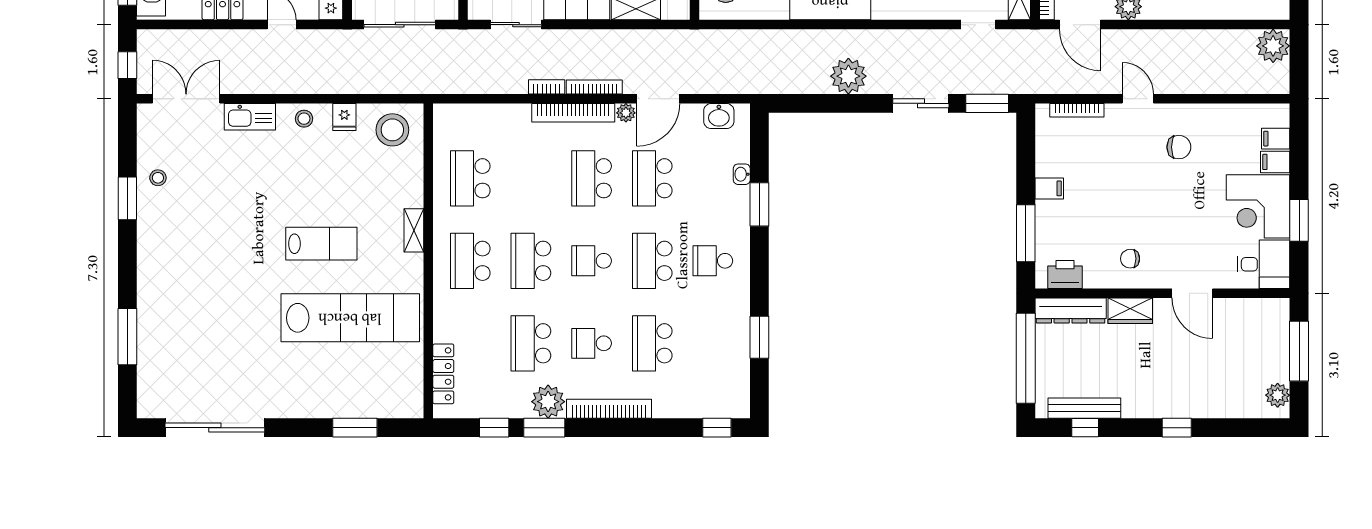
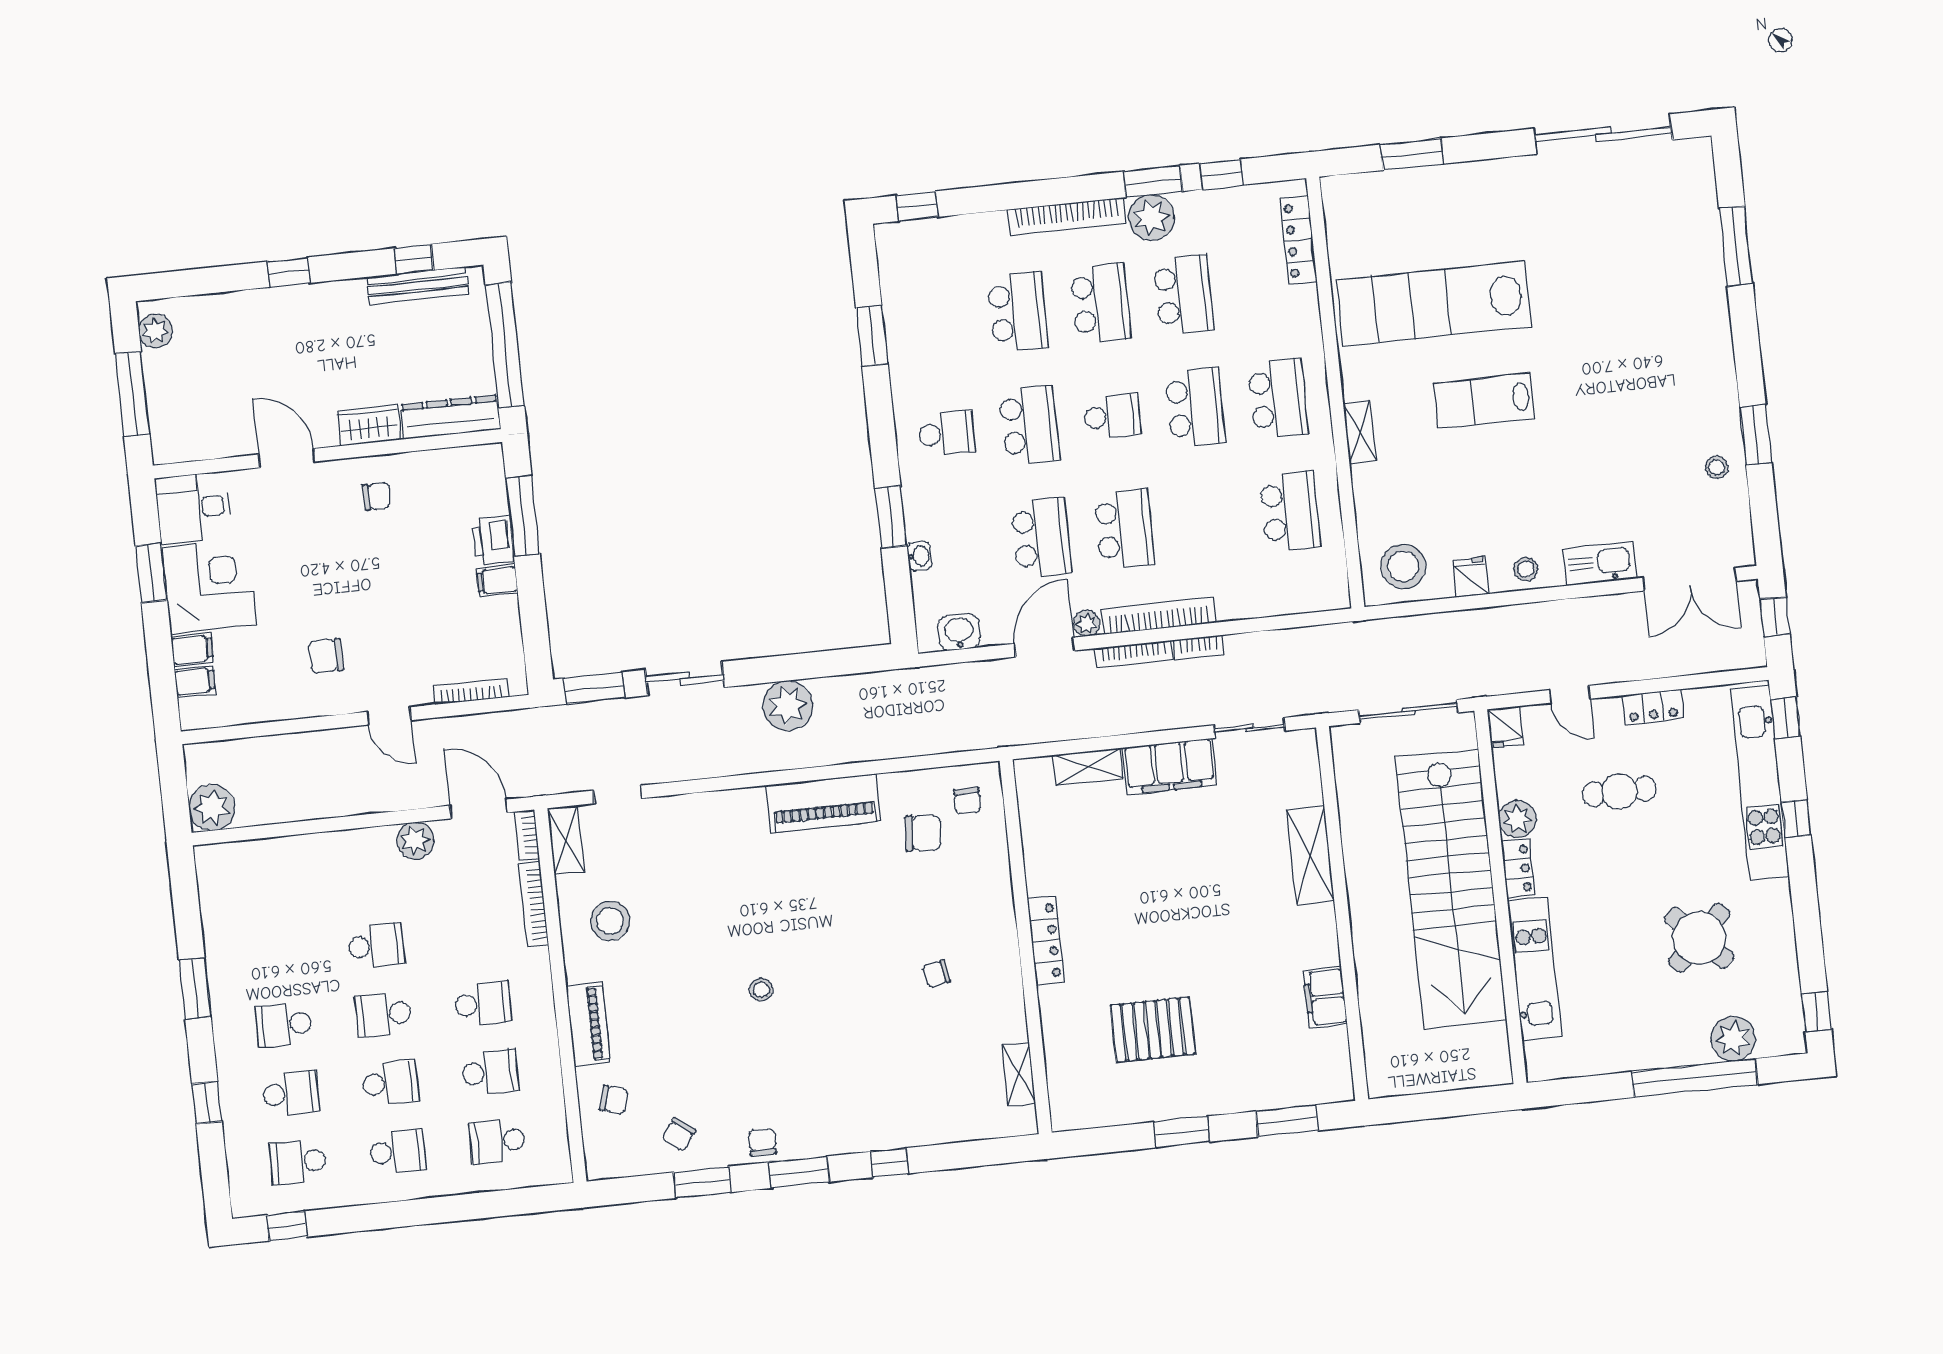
printer: (1065, 274) -> (493, 540), moved, turned 90
school desk: (592, 343) -> (1100, 303), width x1.85

